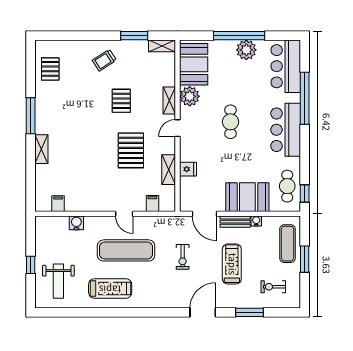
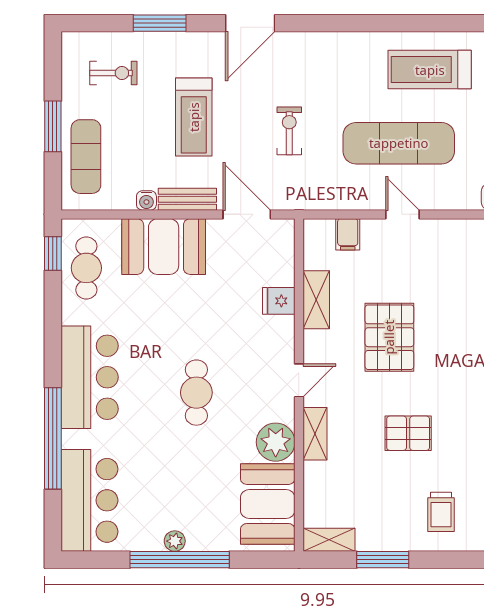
plant: (246, 50) -> (175, 541), width x0.53, depth x0.53
trolley: (104, 60) -> (441, 512), turned 123
pallet: (121, 101) -> (408, 433), turned 90

